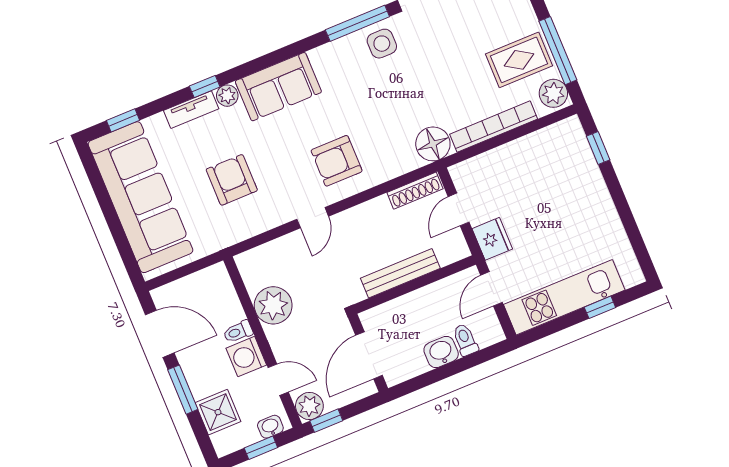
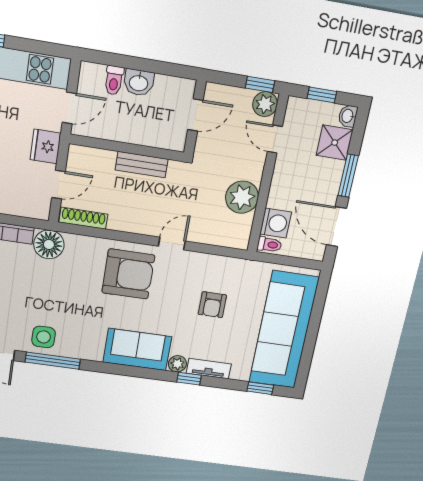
armchair: (337, 161) -> (128, 274), width x1.36, depth x1.36
armchair: (232, 180) -> (212, 305), width x0.72, depth x0.72
bench: (400, 273) -> (142, 165), width x0.73
toilet: (238, 332) -> (269, 245), moved
door: (369, 355) -> (195, 115), width x0.73
washing machine: (246, 357) -> (276, 223), moved
washbasin: (270, 427) -> (348, 116), moved, turned 90

